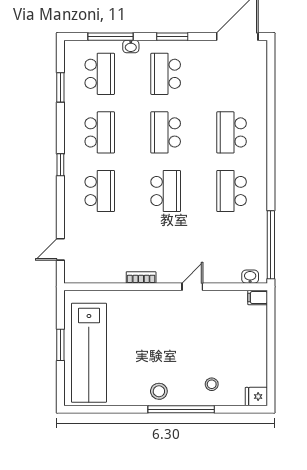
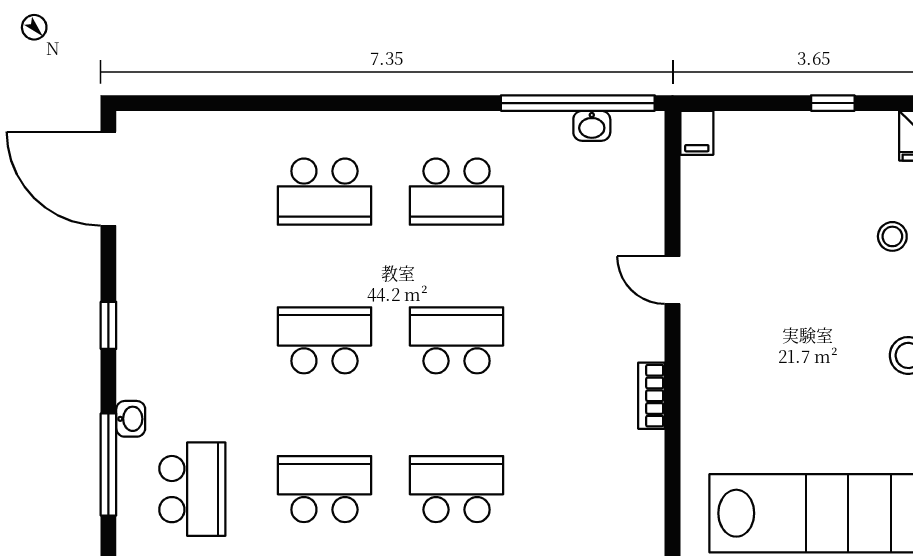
window: (172, 37) -> (108, 325), width x0.67
school desk: (100, 74) -> (192, 489), turned 90
school desk: (166, 74) -> (192, 340), removed
school desk: (166, 132) -> (324, 340), turned 180
washbasin: (250, 277) -> (592, 126), moved, turned -90
window: (271, 358) -> (833, 103), added

